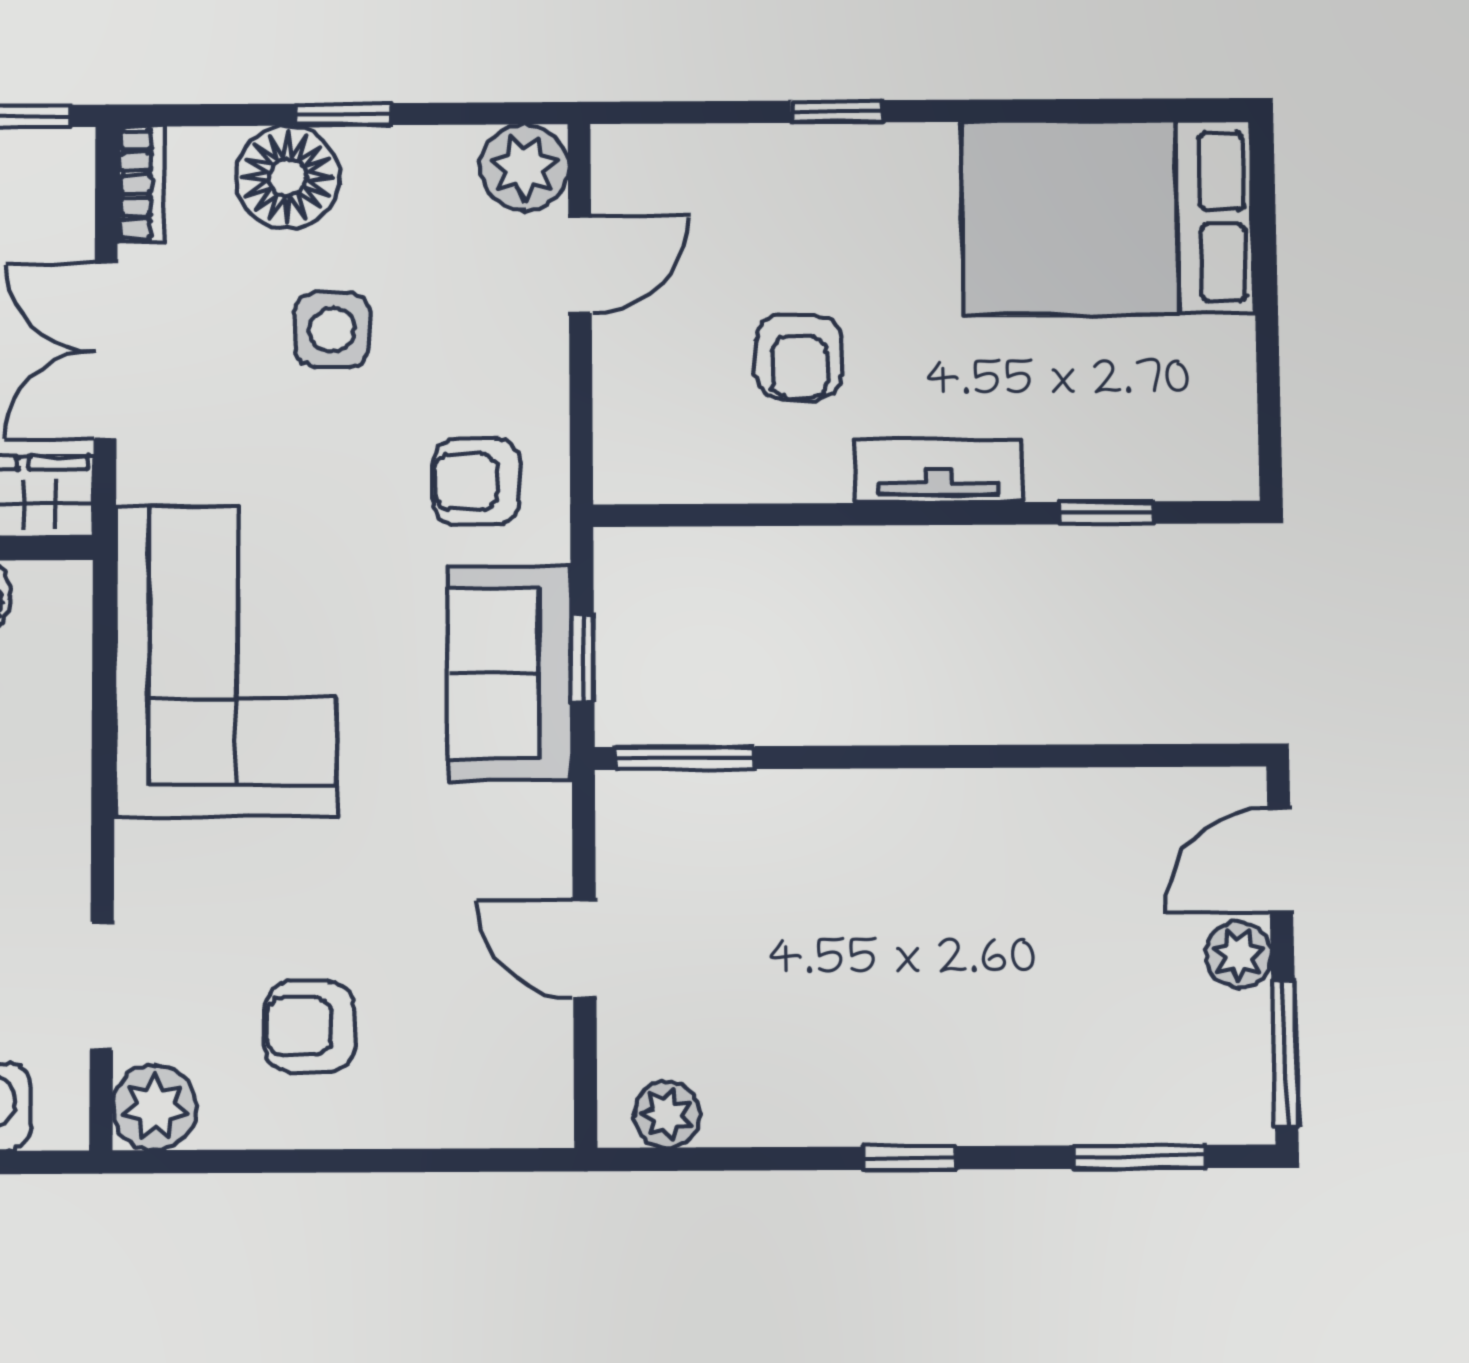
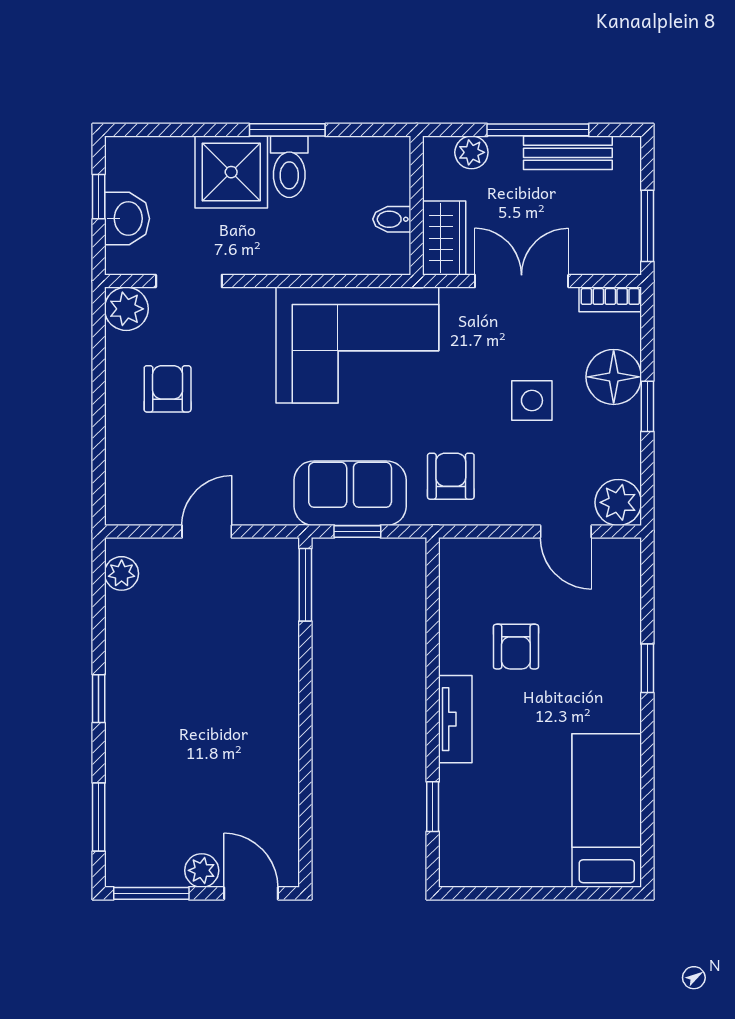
bed: (1107, 218) -> (607, 811), width x0.67
armchair: (799, 357) -> (516, 647), turned -90

